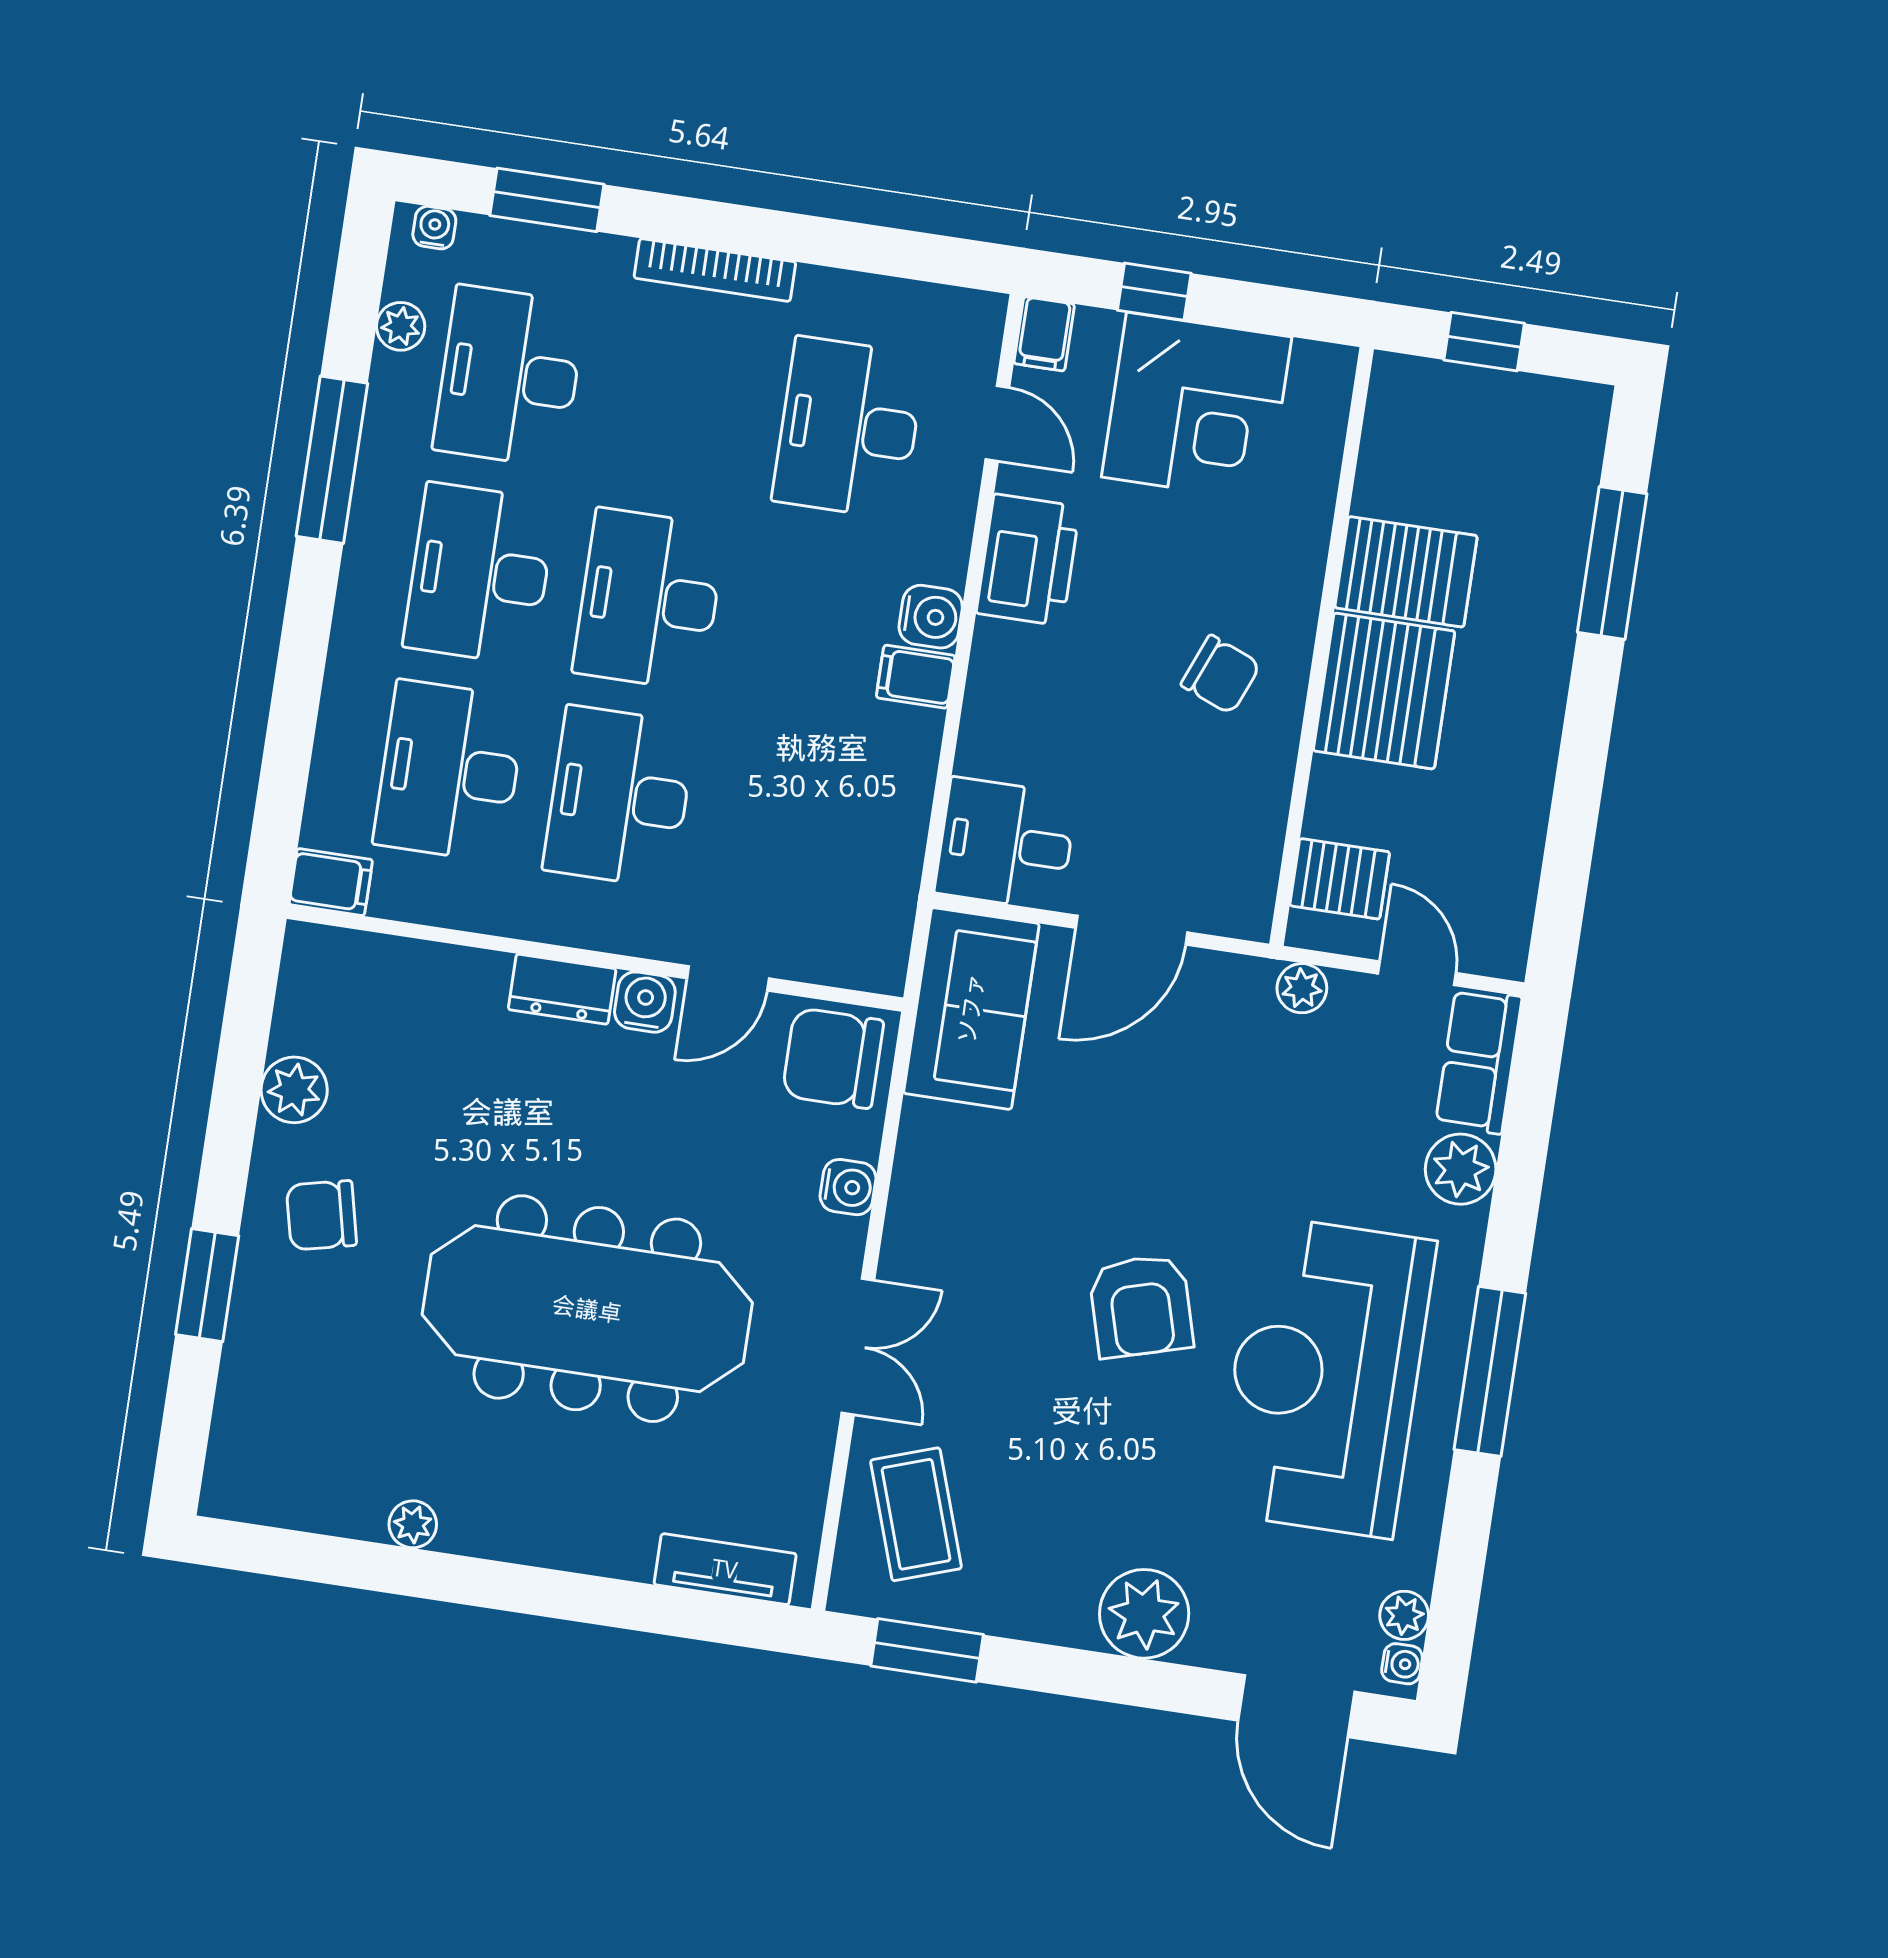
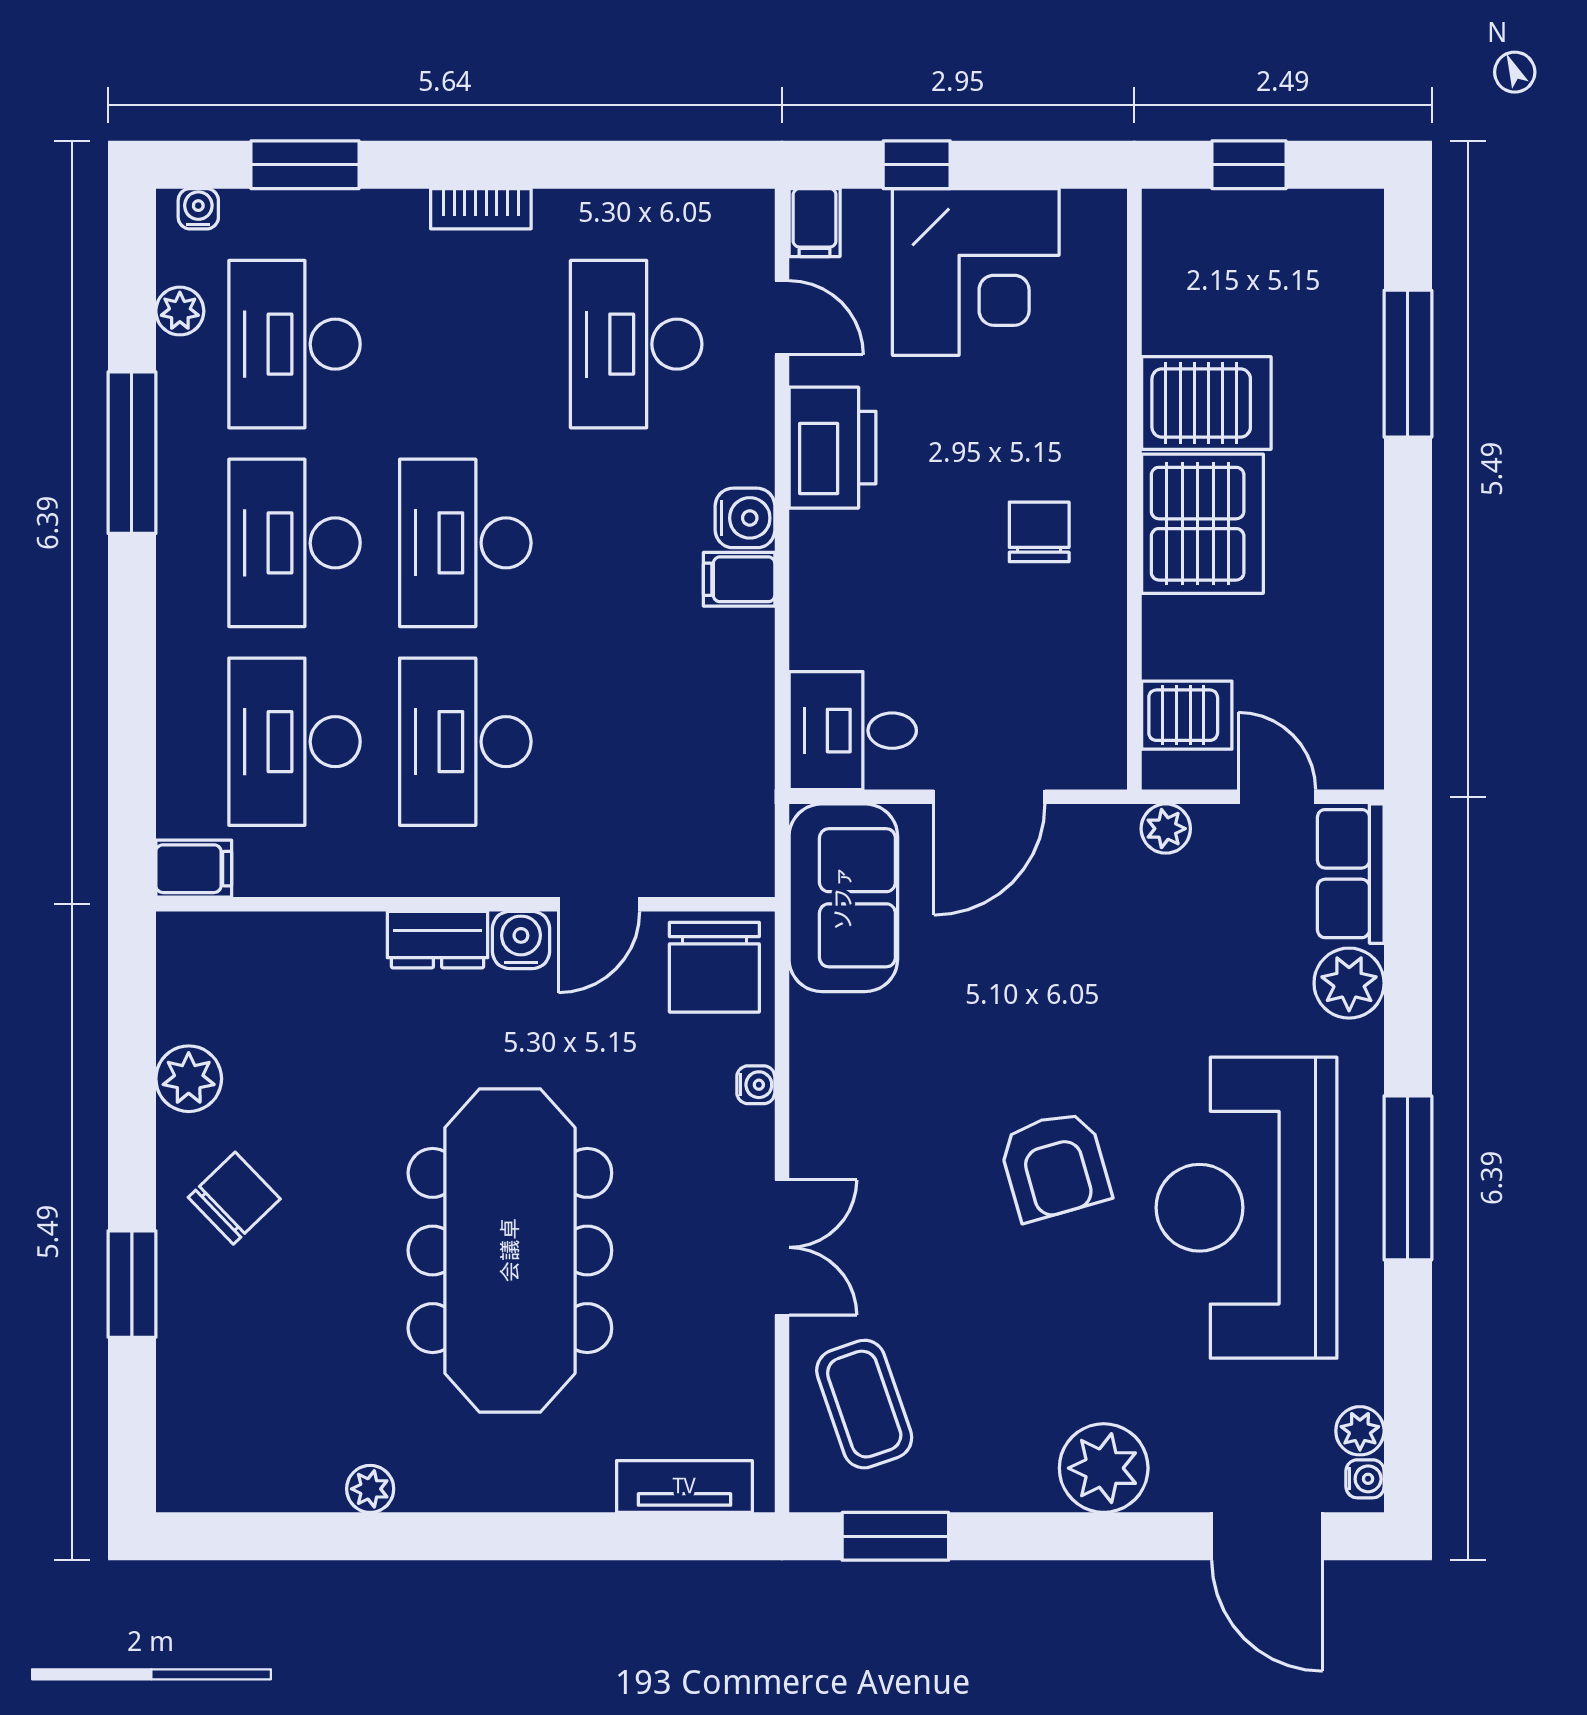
bookcase: (715, 270) -> (481, 209), width x0.64
chair: (1221, 675) -> (1039, 532), turned -112
chair: (833, 1058) -> (714, 967), turned -90
water cooler: (848, 1187) -> (756, 1085), width x0.72, depth x0.72
chair: (321, 1215) -> (234, 1198), turned 149
meeting table: (587, 1309) -> (510, 1250), turned 90

